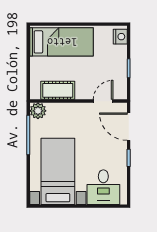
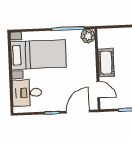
cot: (58, 90) -> (106, 63), moved

